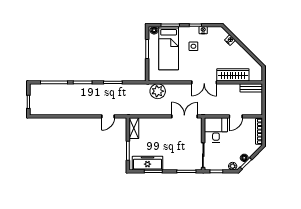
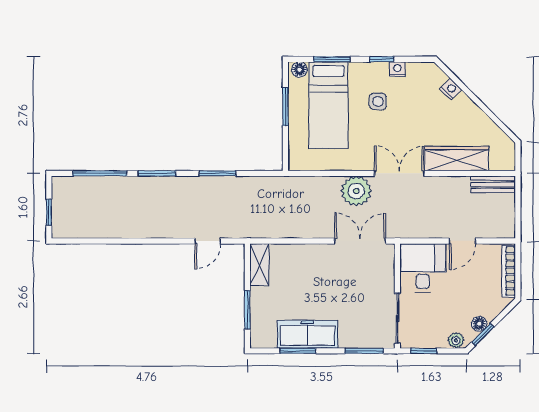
double door: (204, 82) -> (399, 173), swing flipped
plant: (158, 91) -> (356, 191), moved
freezer: (148, 163) -> (307, 334), moved

